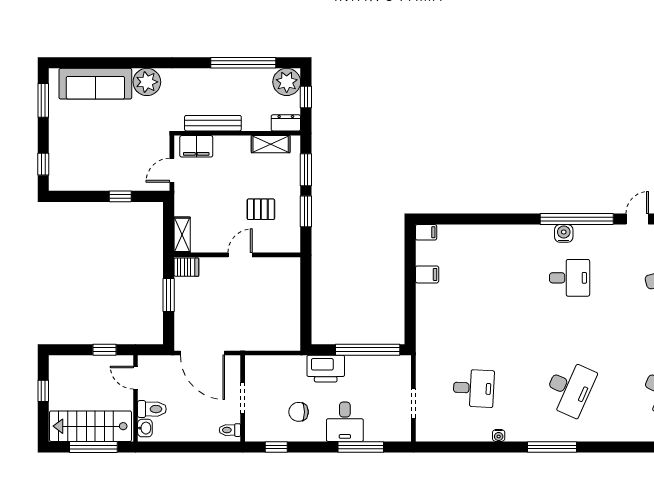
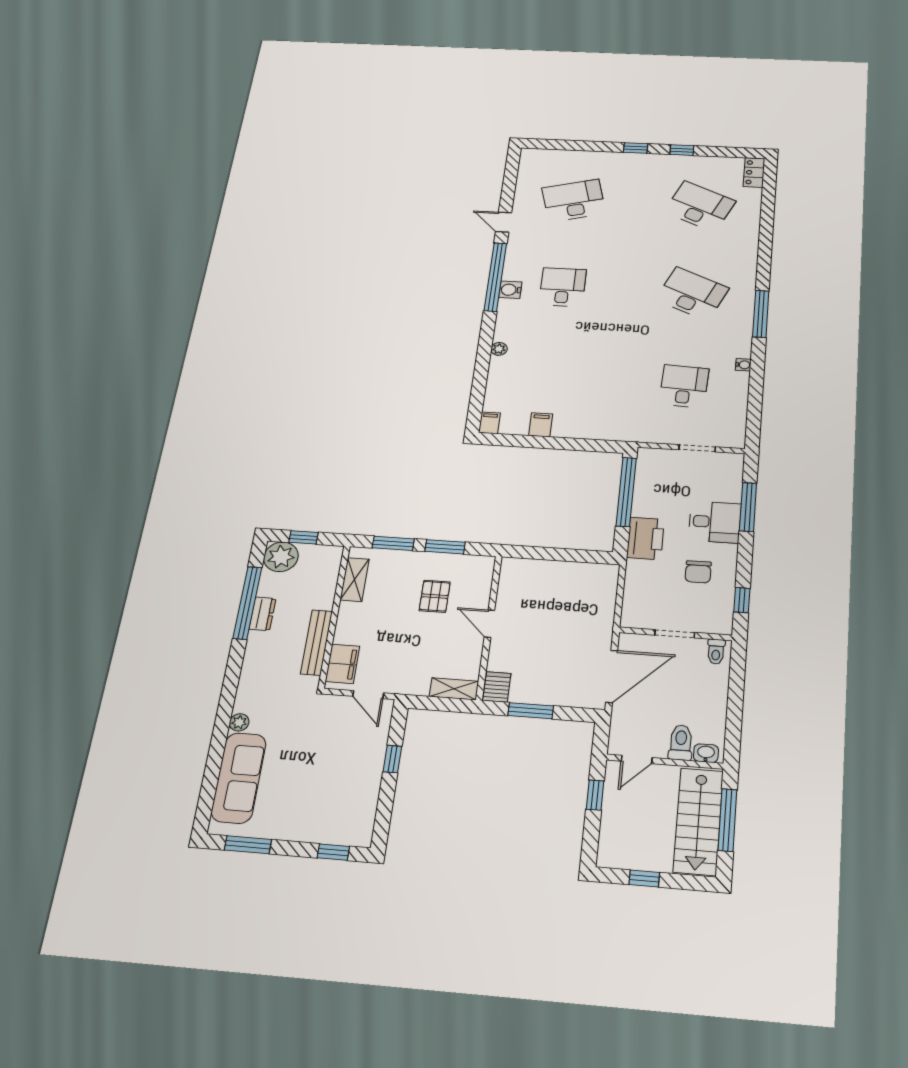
plant: (147, 82) -> (239, 722), width x0.53, depth x0.53
dresser: (286, 123) -> (262, 614), moved, turned 180
plant: (501, 231) -> (499, 349), added

